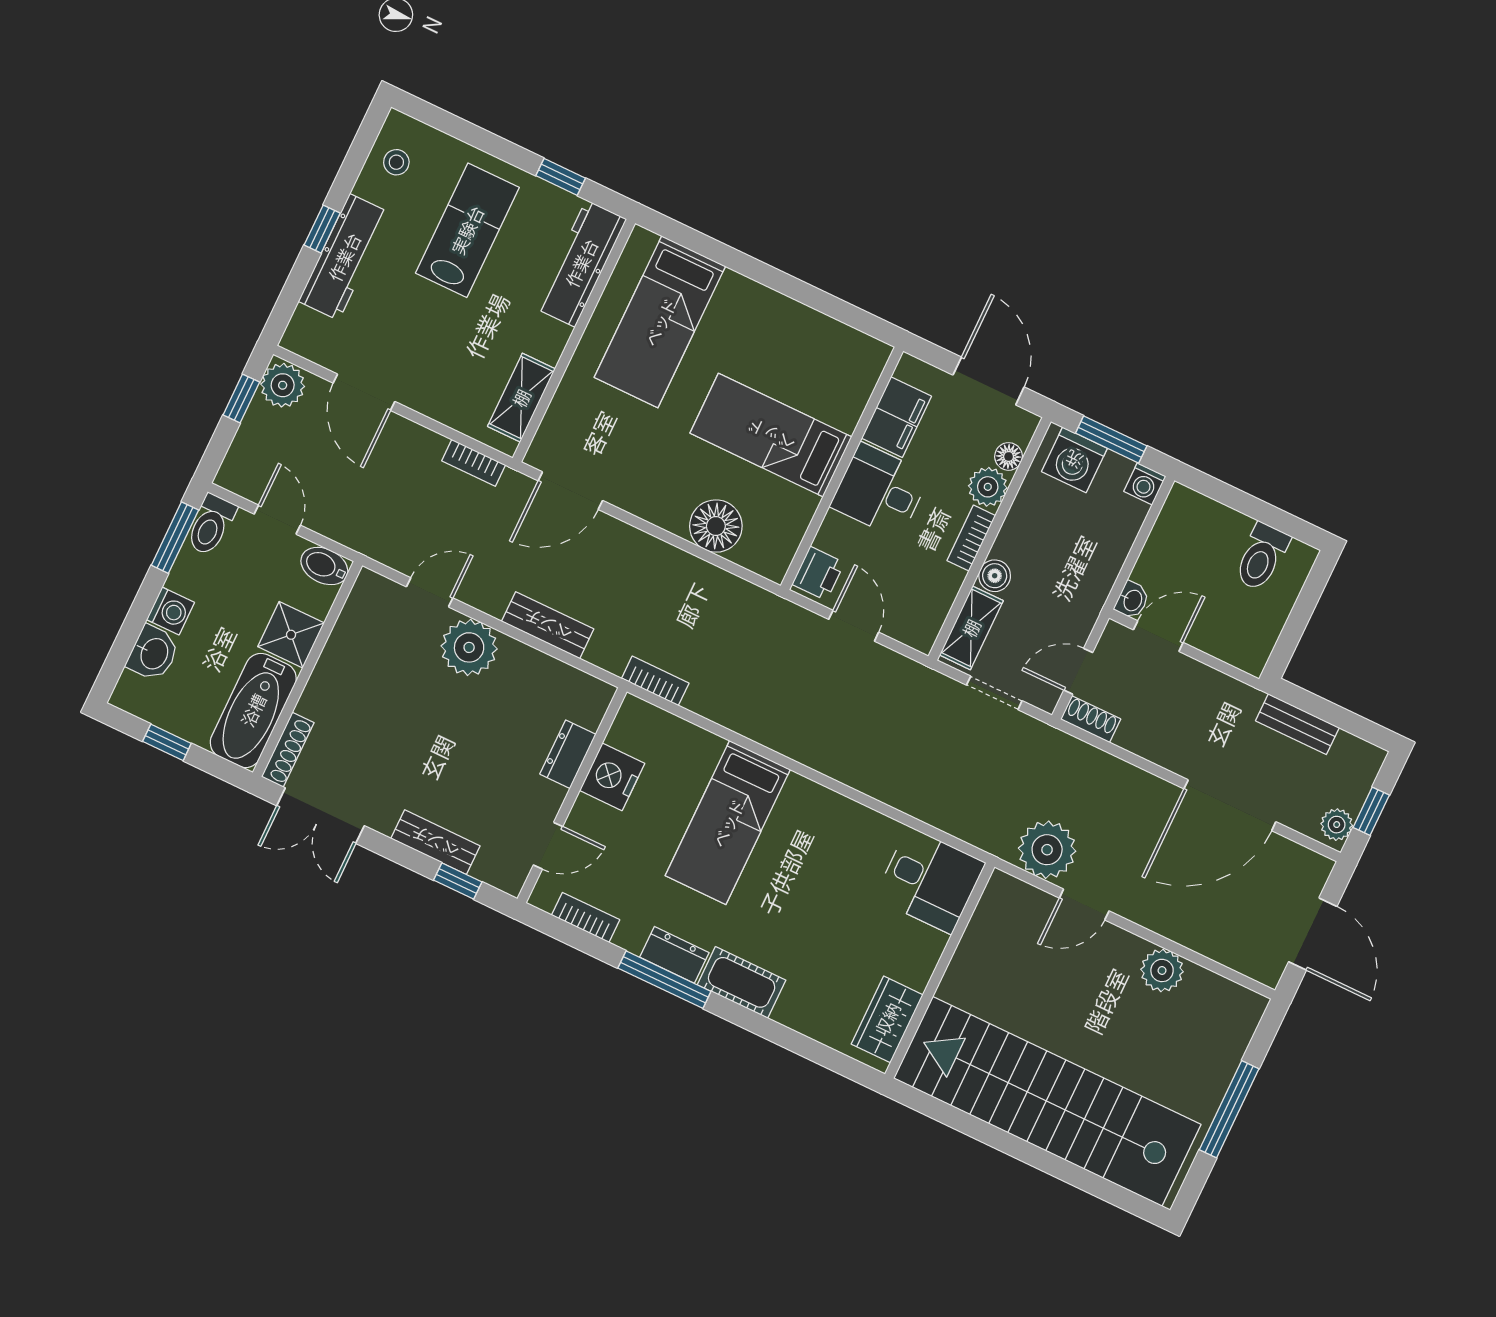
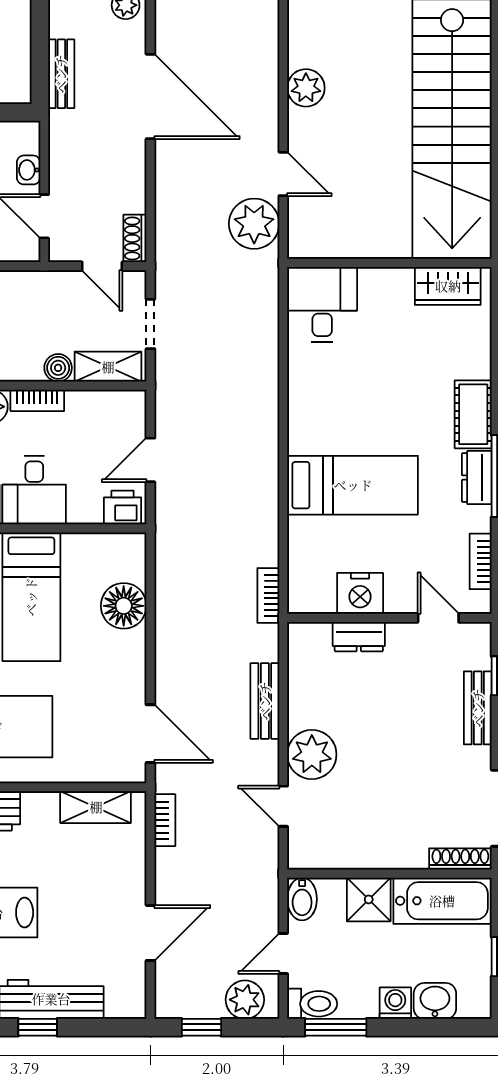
plant: (283, 385) -> (245, 1000), moved
washbasin: (1132, 600) -> (29, 170), moved, turned -90

